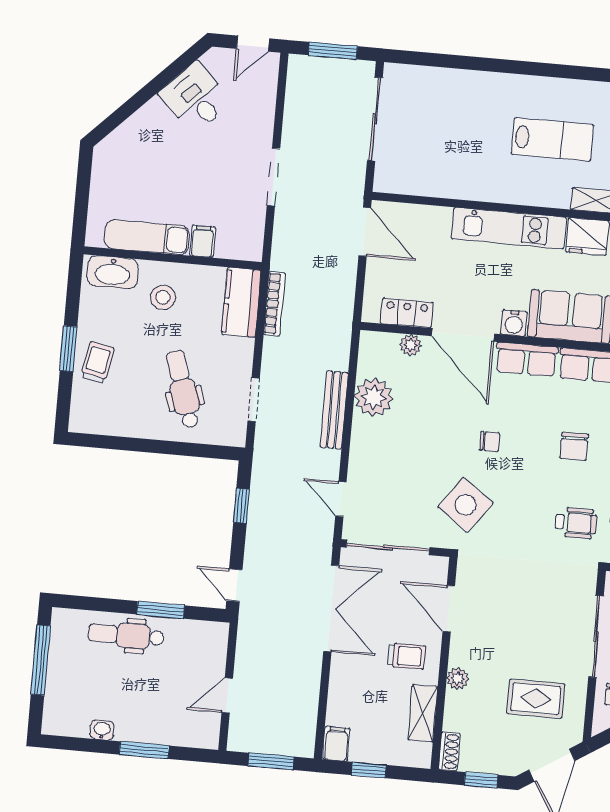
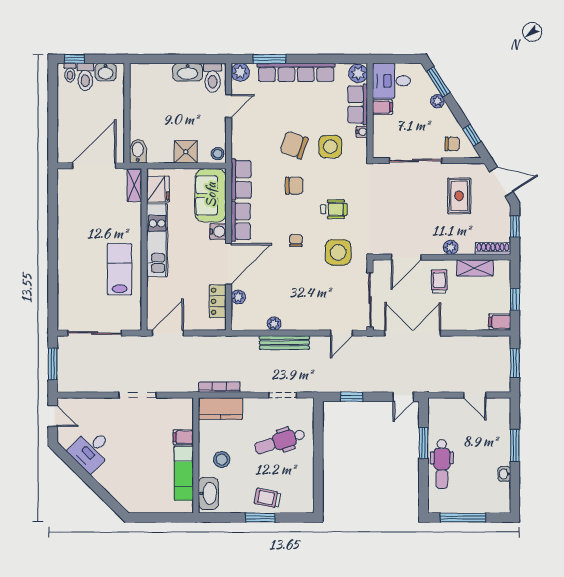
lab bench: (552, 139) -> (120, 269), moved
plant: (374, 397) -> (274, 324), width x0.53, depth x0.53
side table: (465, 505) -> (338, 252), turned -36
wheelchair: (576, 523) -> (334, 209), moved, turned 90
shoe rack: (449, 751) -> (493, 249), width x1.43

